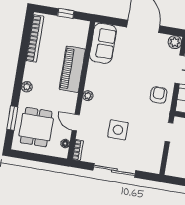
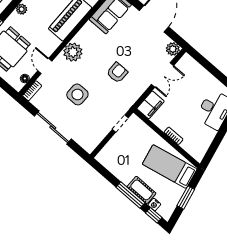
armchair: (159, 95) -> (117, 73), moved
plant: (88, 96) -> (73, 52), width x1.87, depth x1.87

